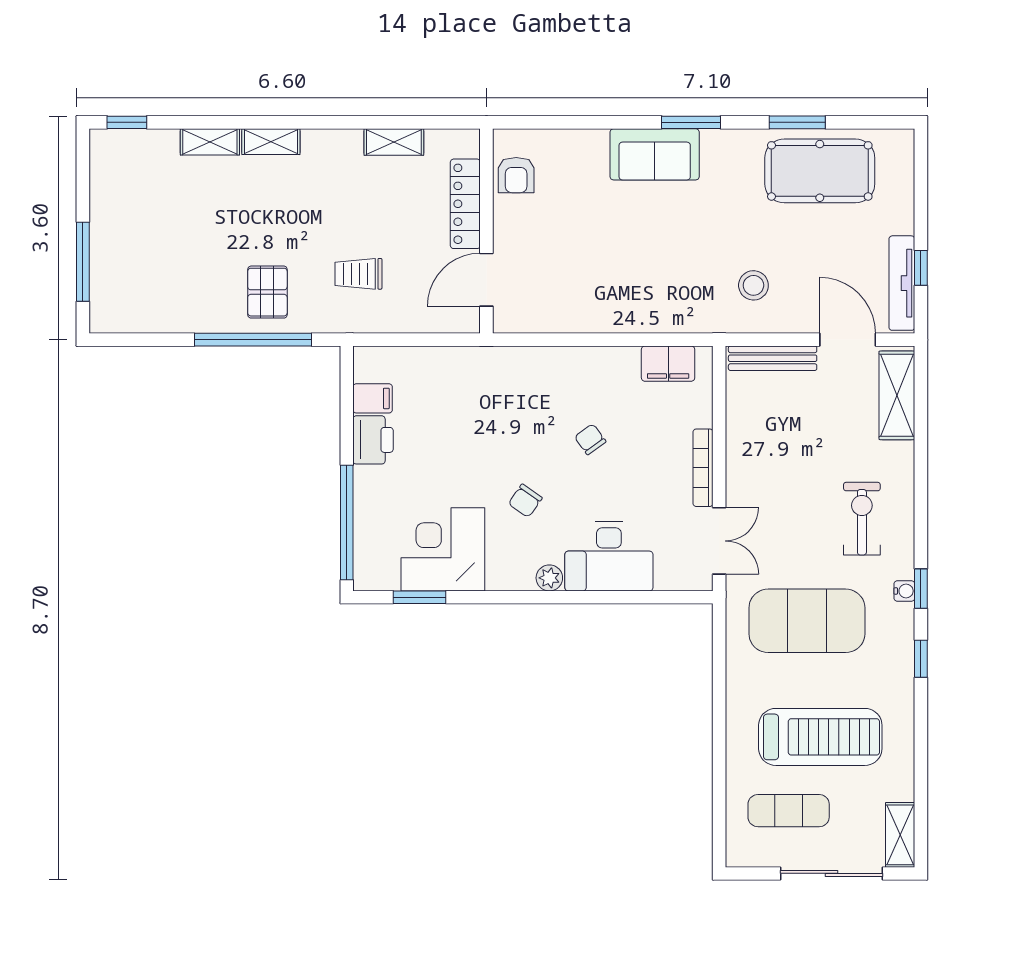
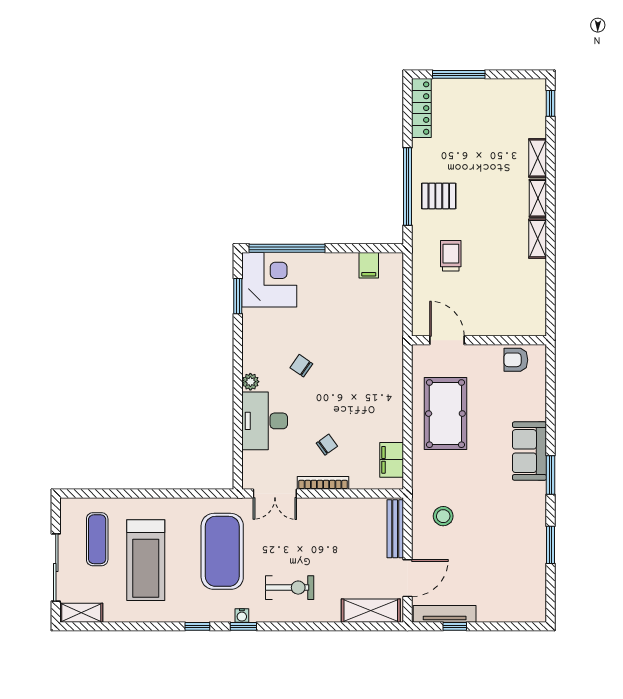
shelving: (394, 142) -> (538, 239), moved
pool table: (820, 171) -> (445, 414), moved
locker: (465, 204) -> (421, 108), moved, turned 90
chair: (590, 439) -> (327, 445), moved
printer: (373, 440) -> (341, 265), removed
corner desk: (443, 549) -> (269, 280), moved

